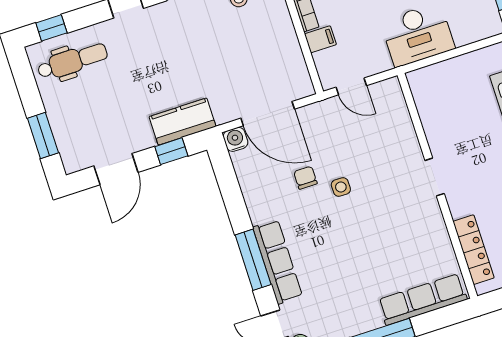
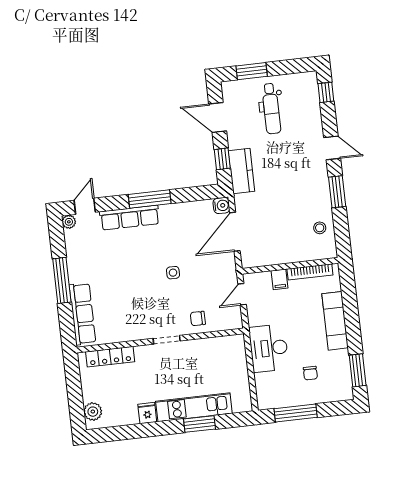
dental chair: (72, 61) -> (271, 109), moved
chair: (305, 178) -> (198, 319), moved, turned 180
window: (253, 260) -> (150, 199), moved

